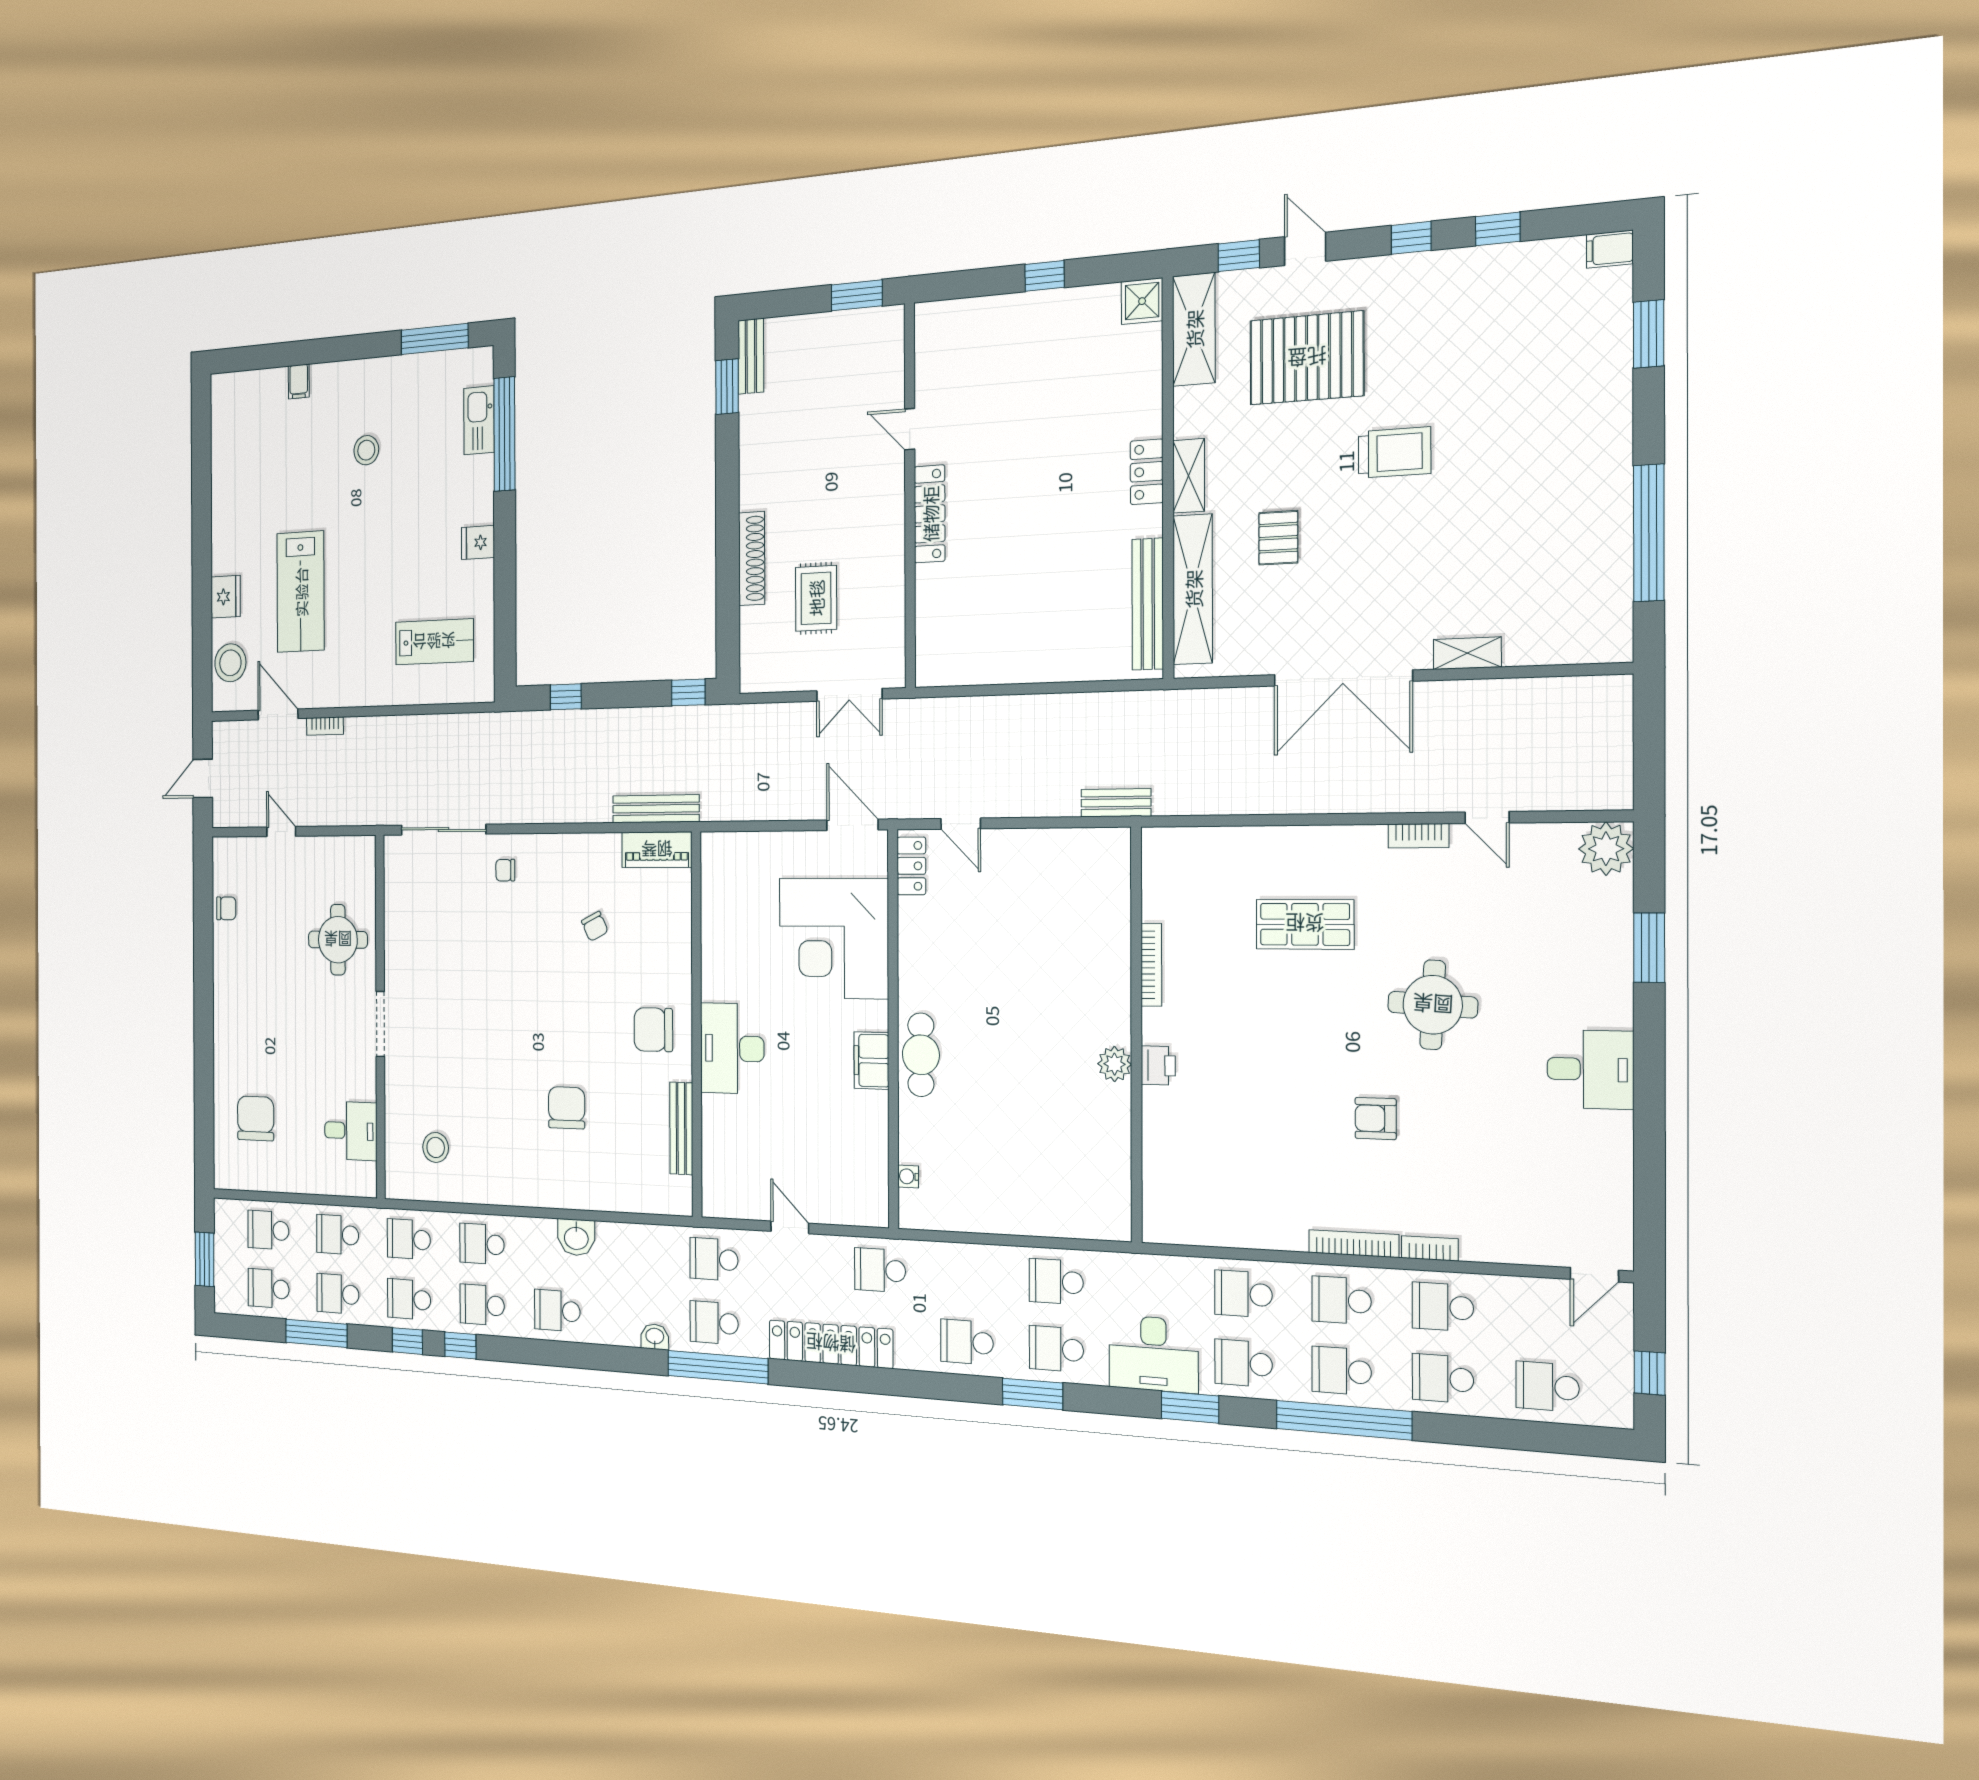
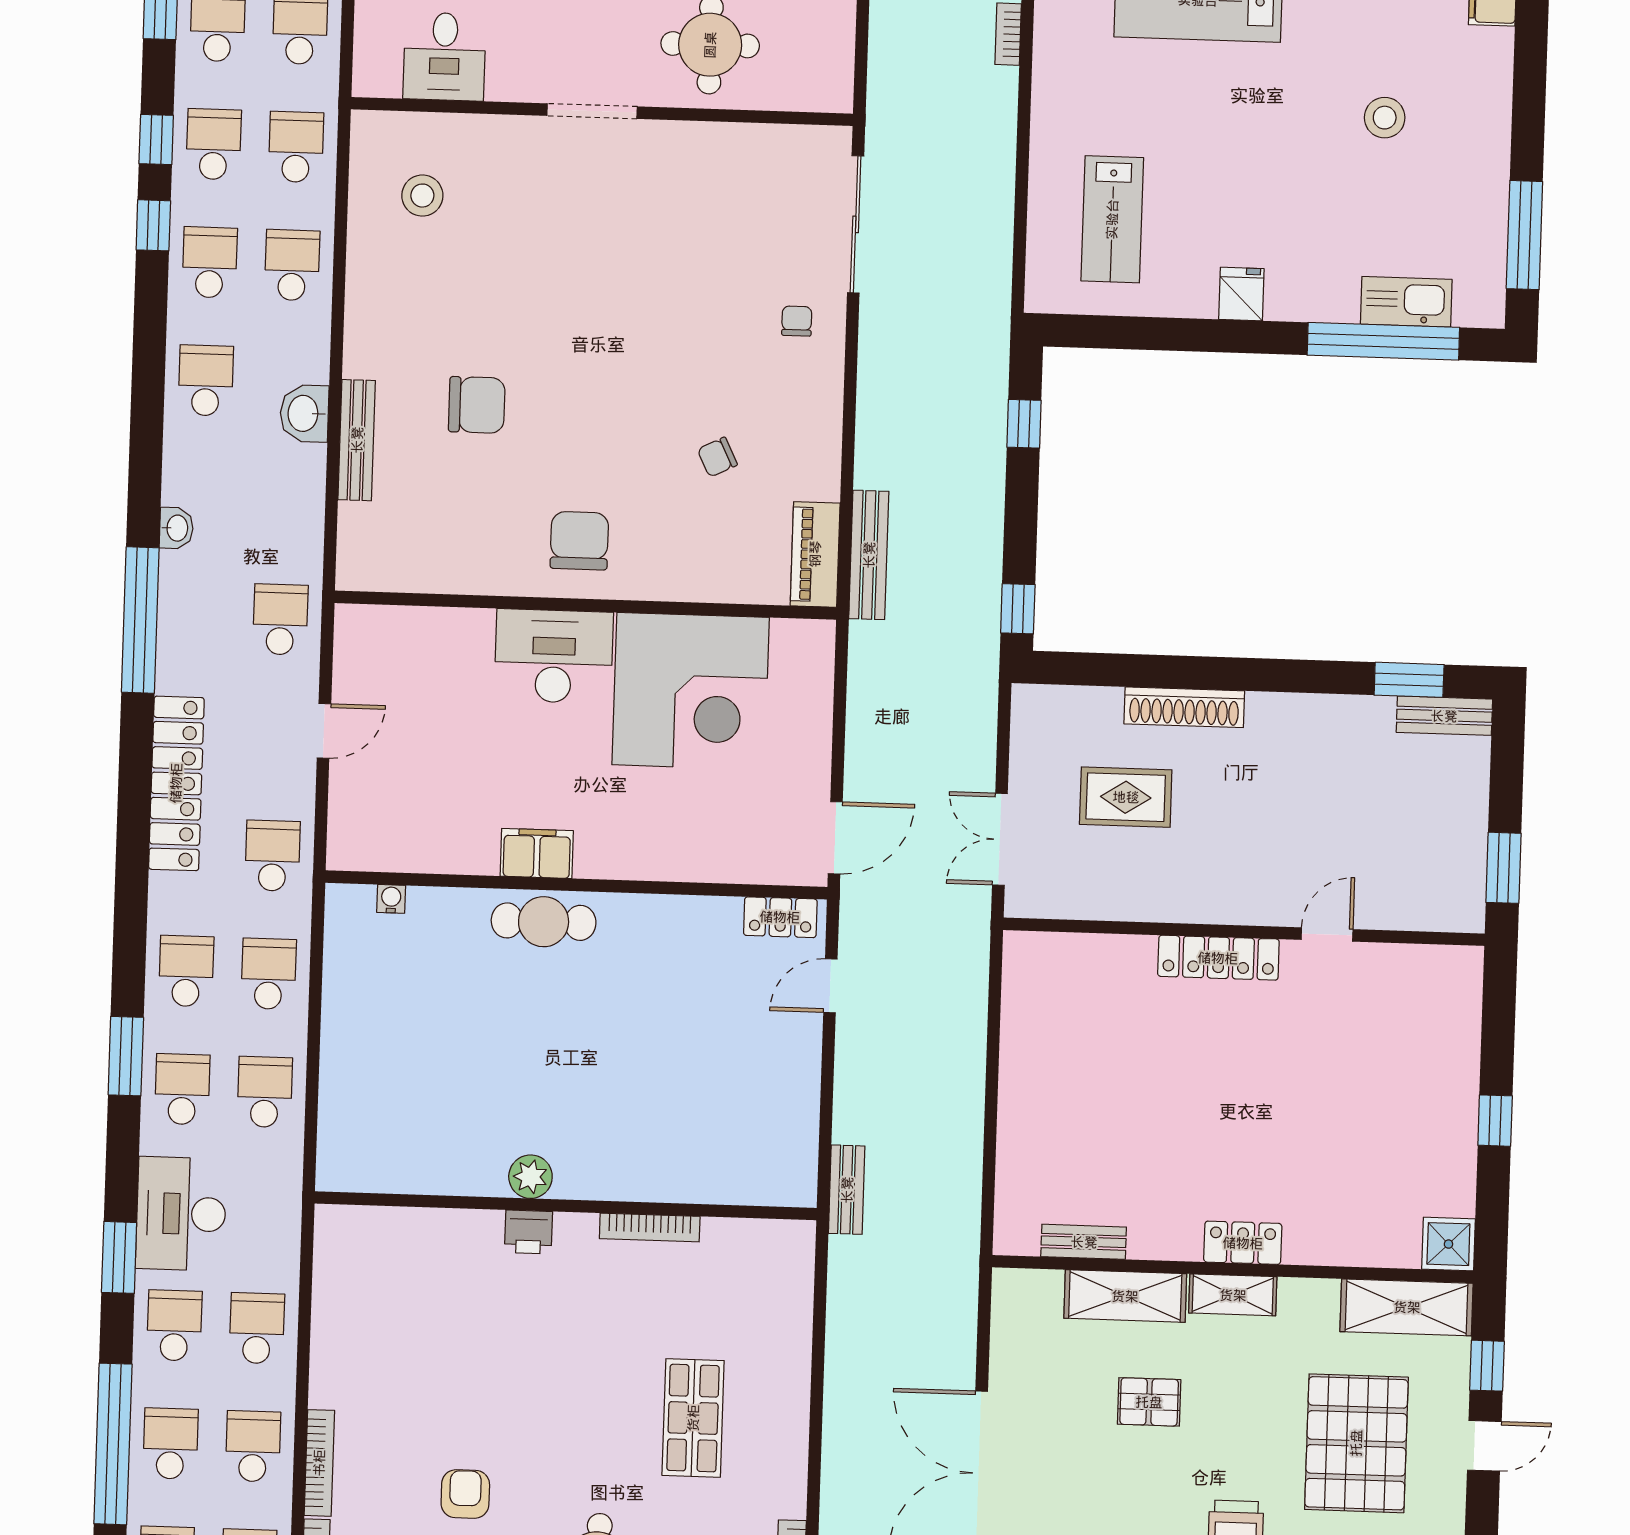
shelving: (1193, 589) -> (1125, 1296), width x0.68
bench: (1148, 604) -> (1084, 1242), width x0.54, depth x0.82
corner desk: (834, 938) -> (691, 691), moved, turned 180
bench: (681, 1128) -> (357, 440), moved, turned 90
school desk: (714, 1323) -> (269, 974), moved

